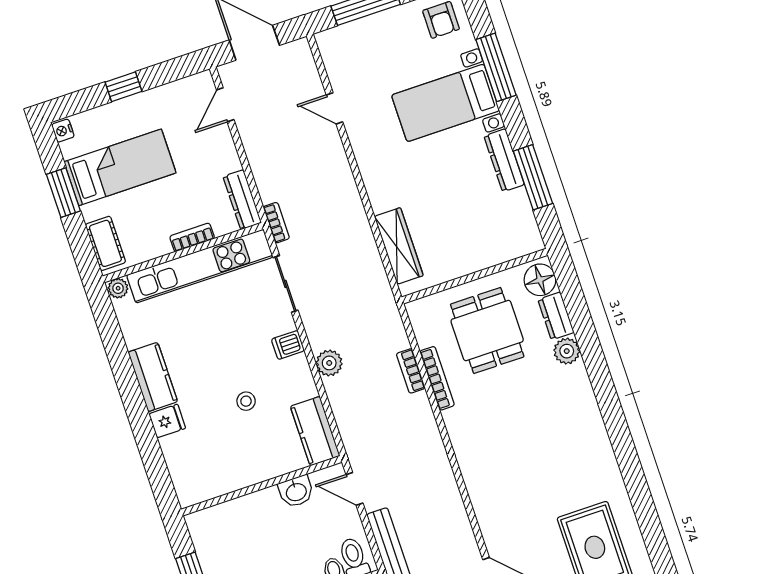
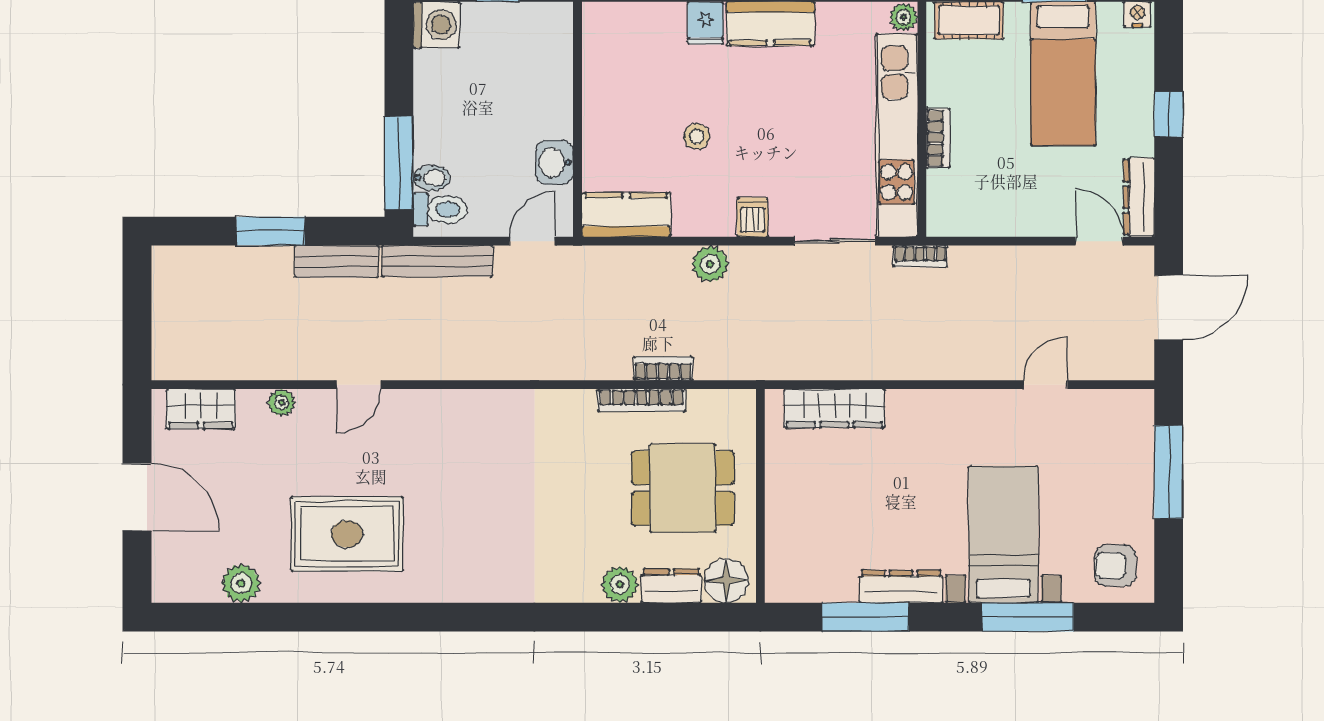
dresser: (242, 200) -> (1139, 197), moved, turned -90

